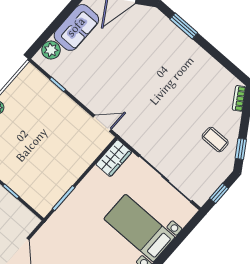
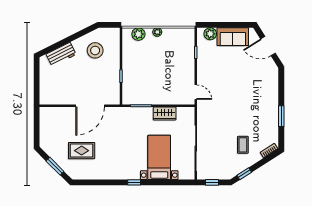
window: (184, 26) -> (281, 116), moved
coffee table: (215, 140) -> (243, 145), moved
wardrobe: (114, 158) -> (165, 114), moved

